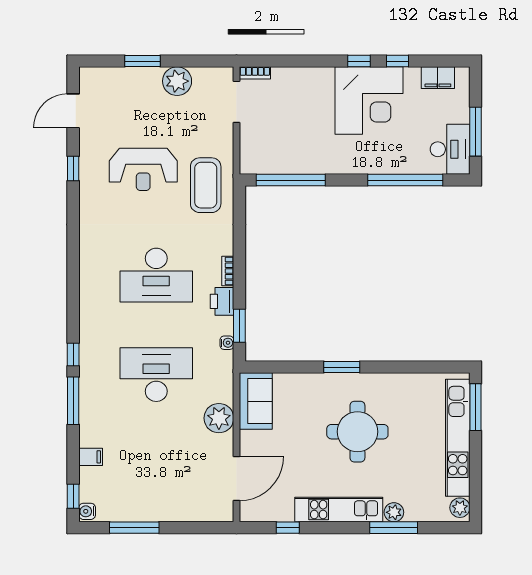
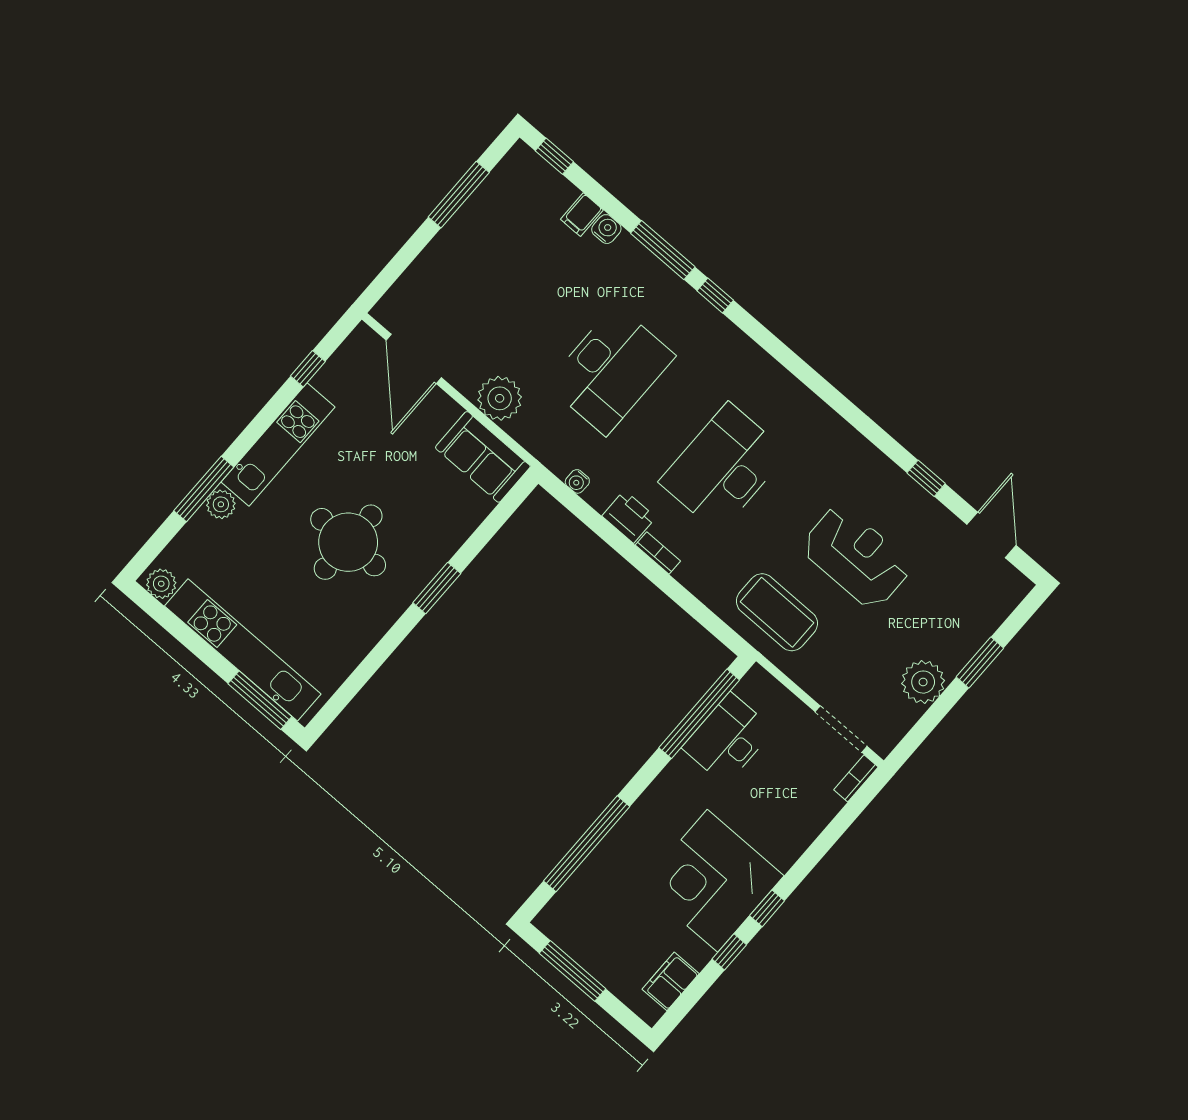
desk: (450, 149) -> (728, 739), moved, turned 90
reception desk: (143, 169) -> (856, 557), turned 90
window: (239, 326) -> (584, 512), removed
water cooler: (87, 511) -> (606, 229), moved

